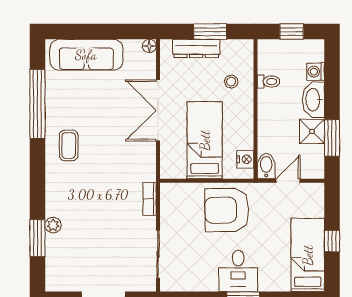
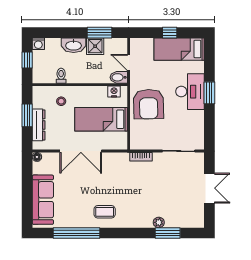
washing machine: (316, 72) -> (38, 44), moved
desk: (238, 271) -> (190, 92), width x1.37

